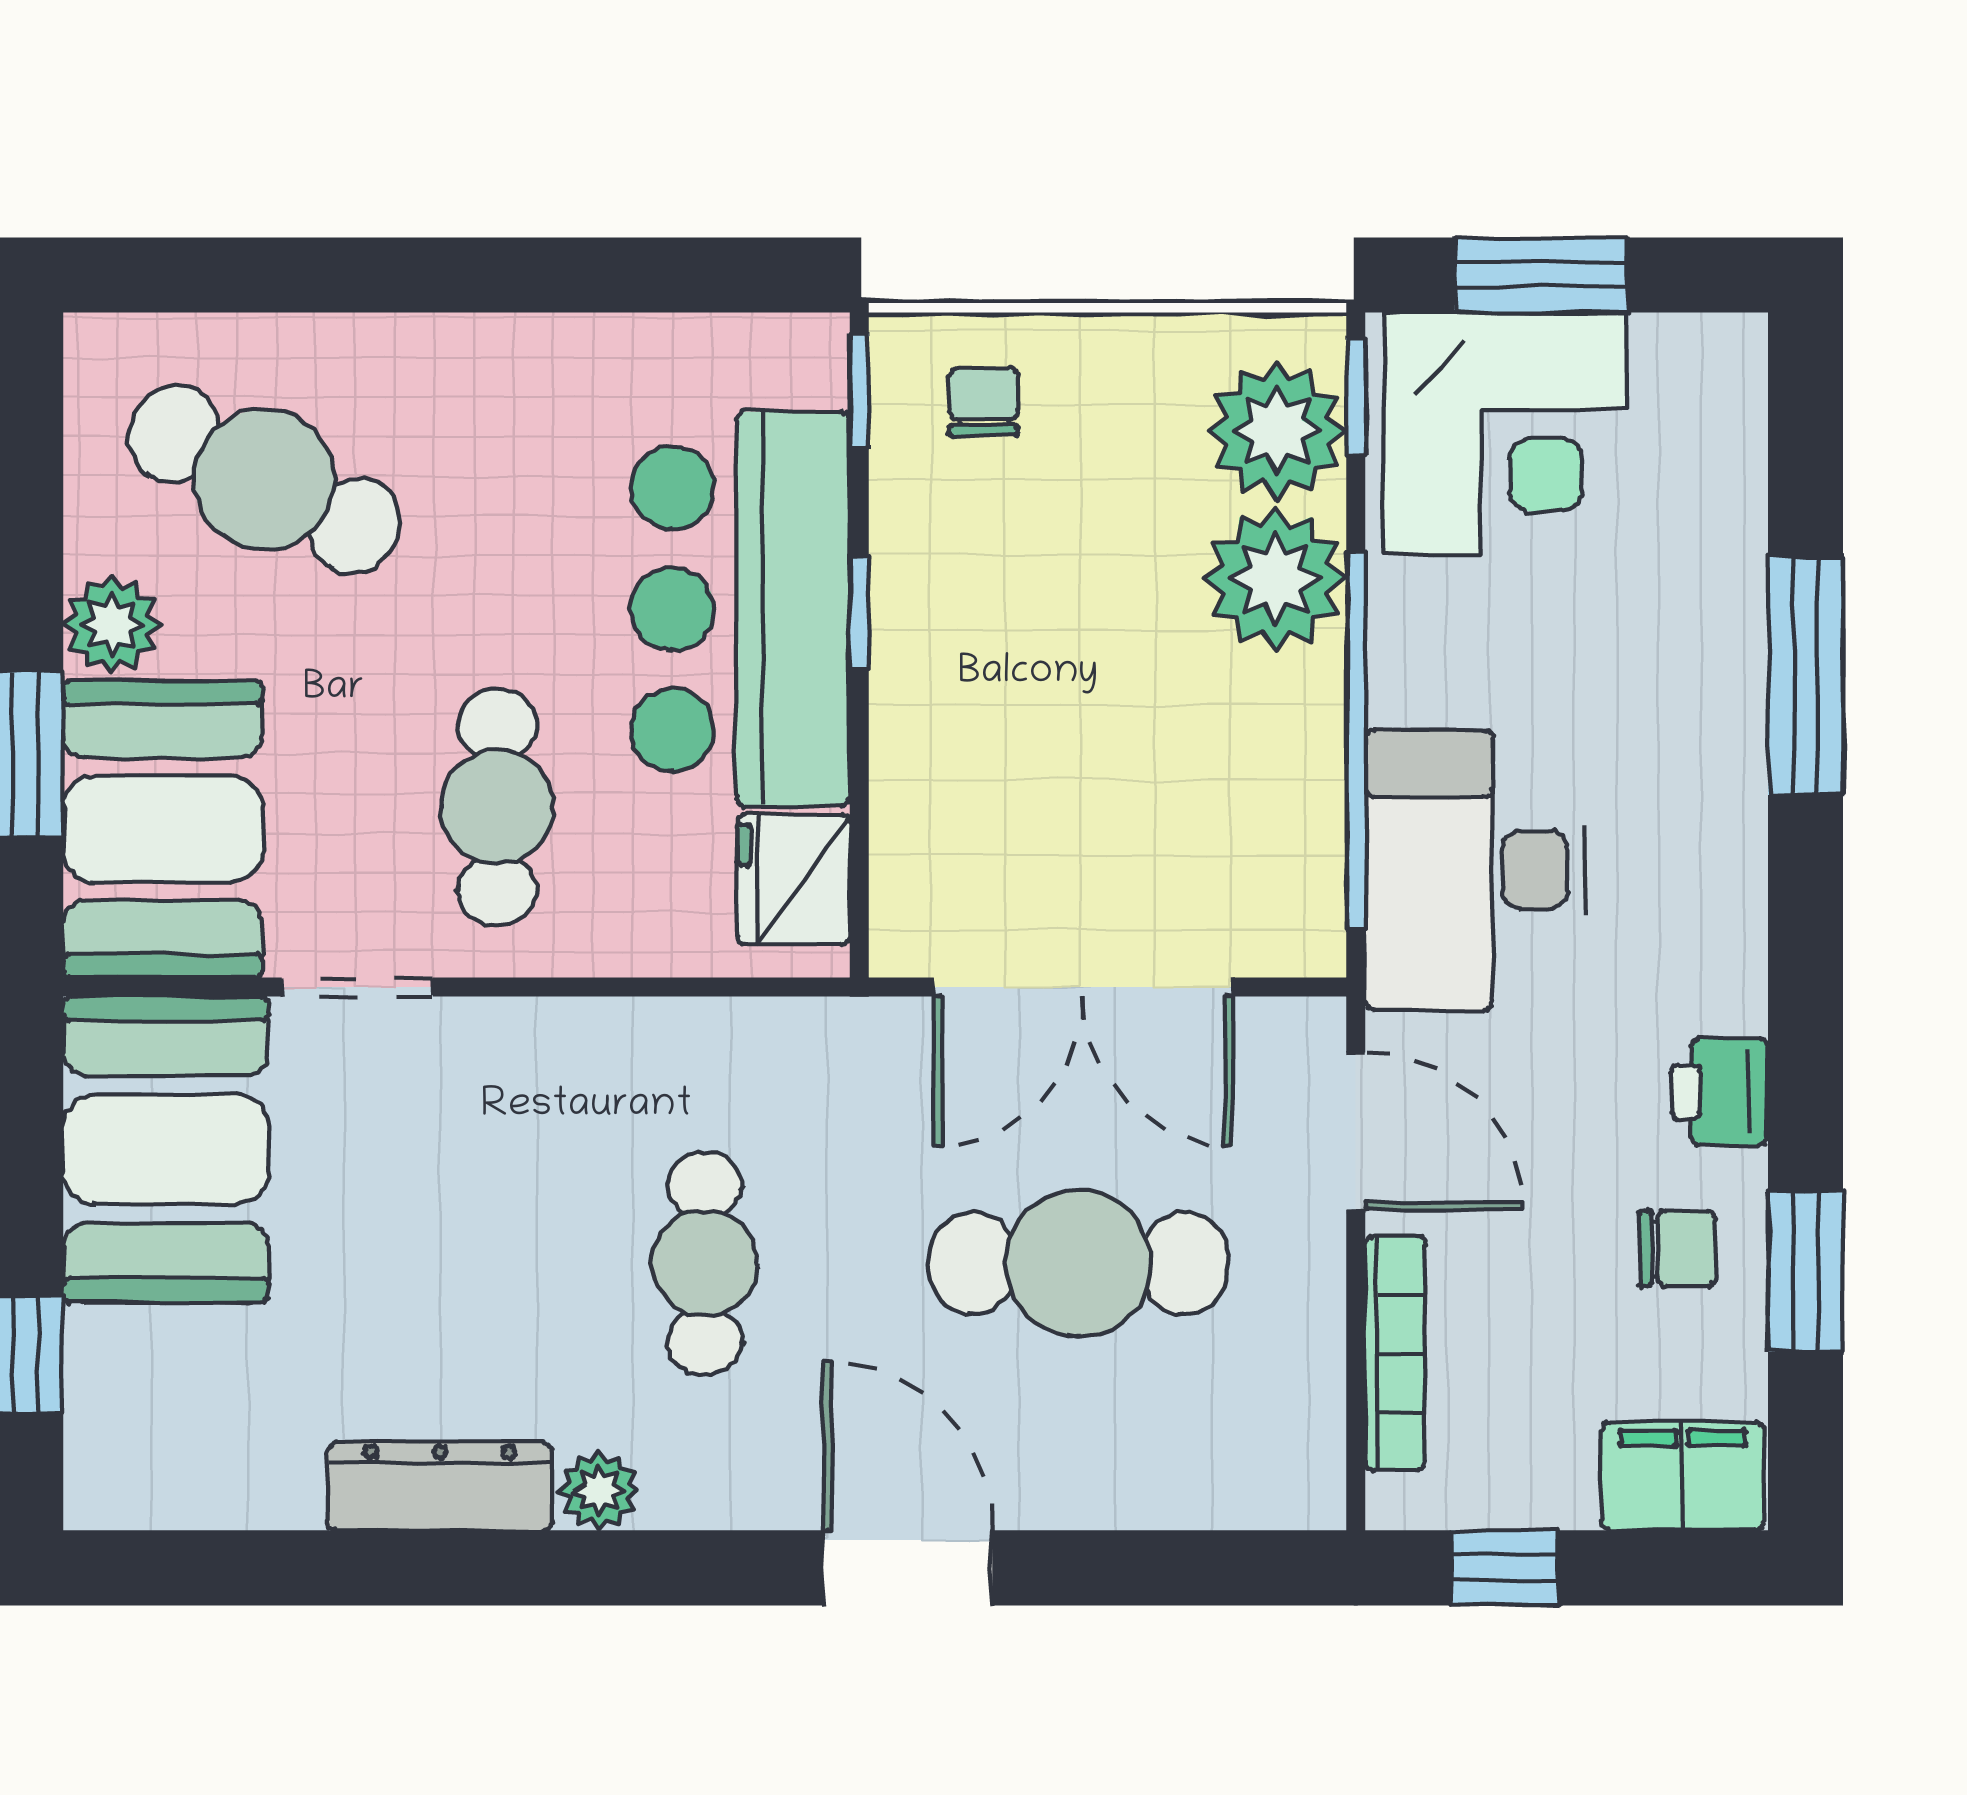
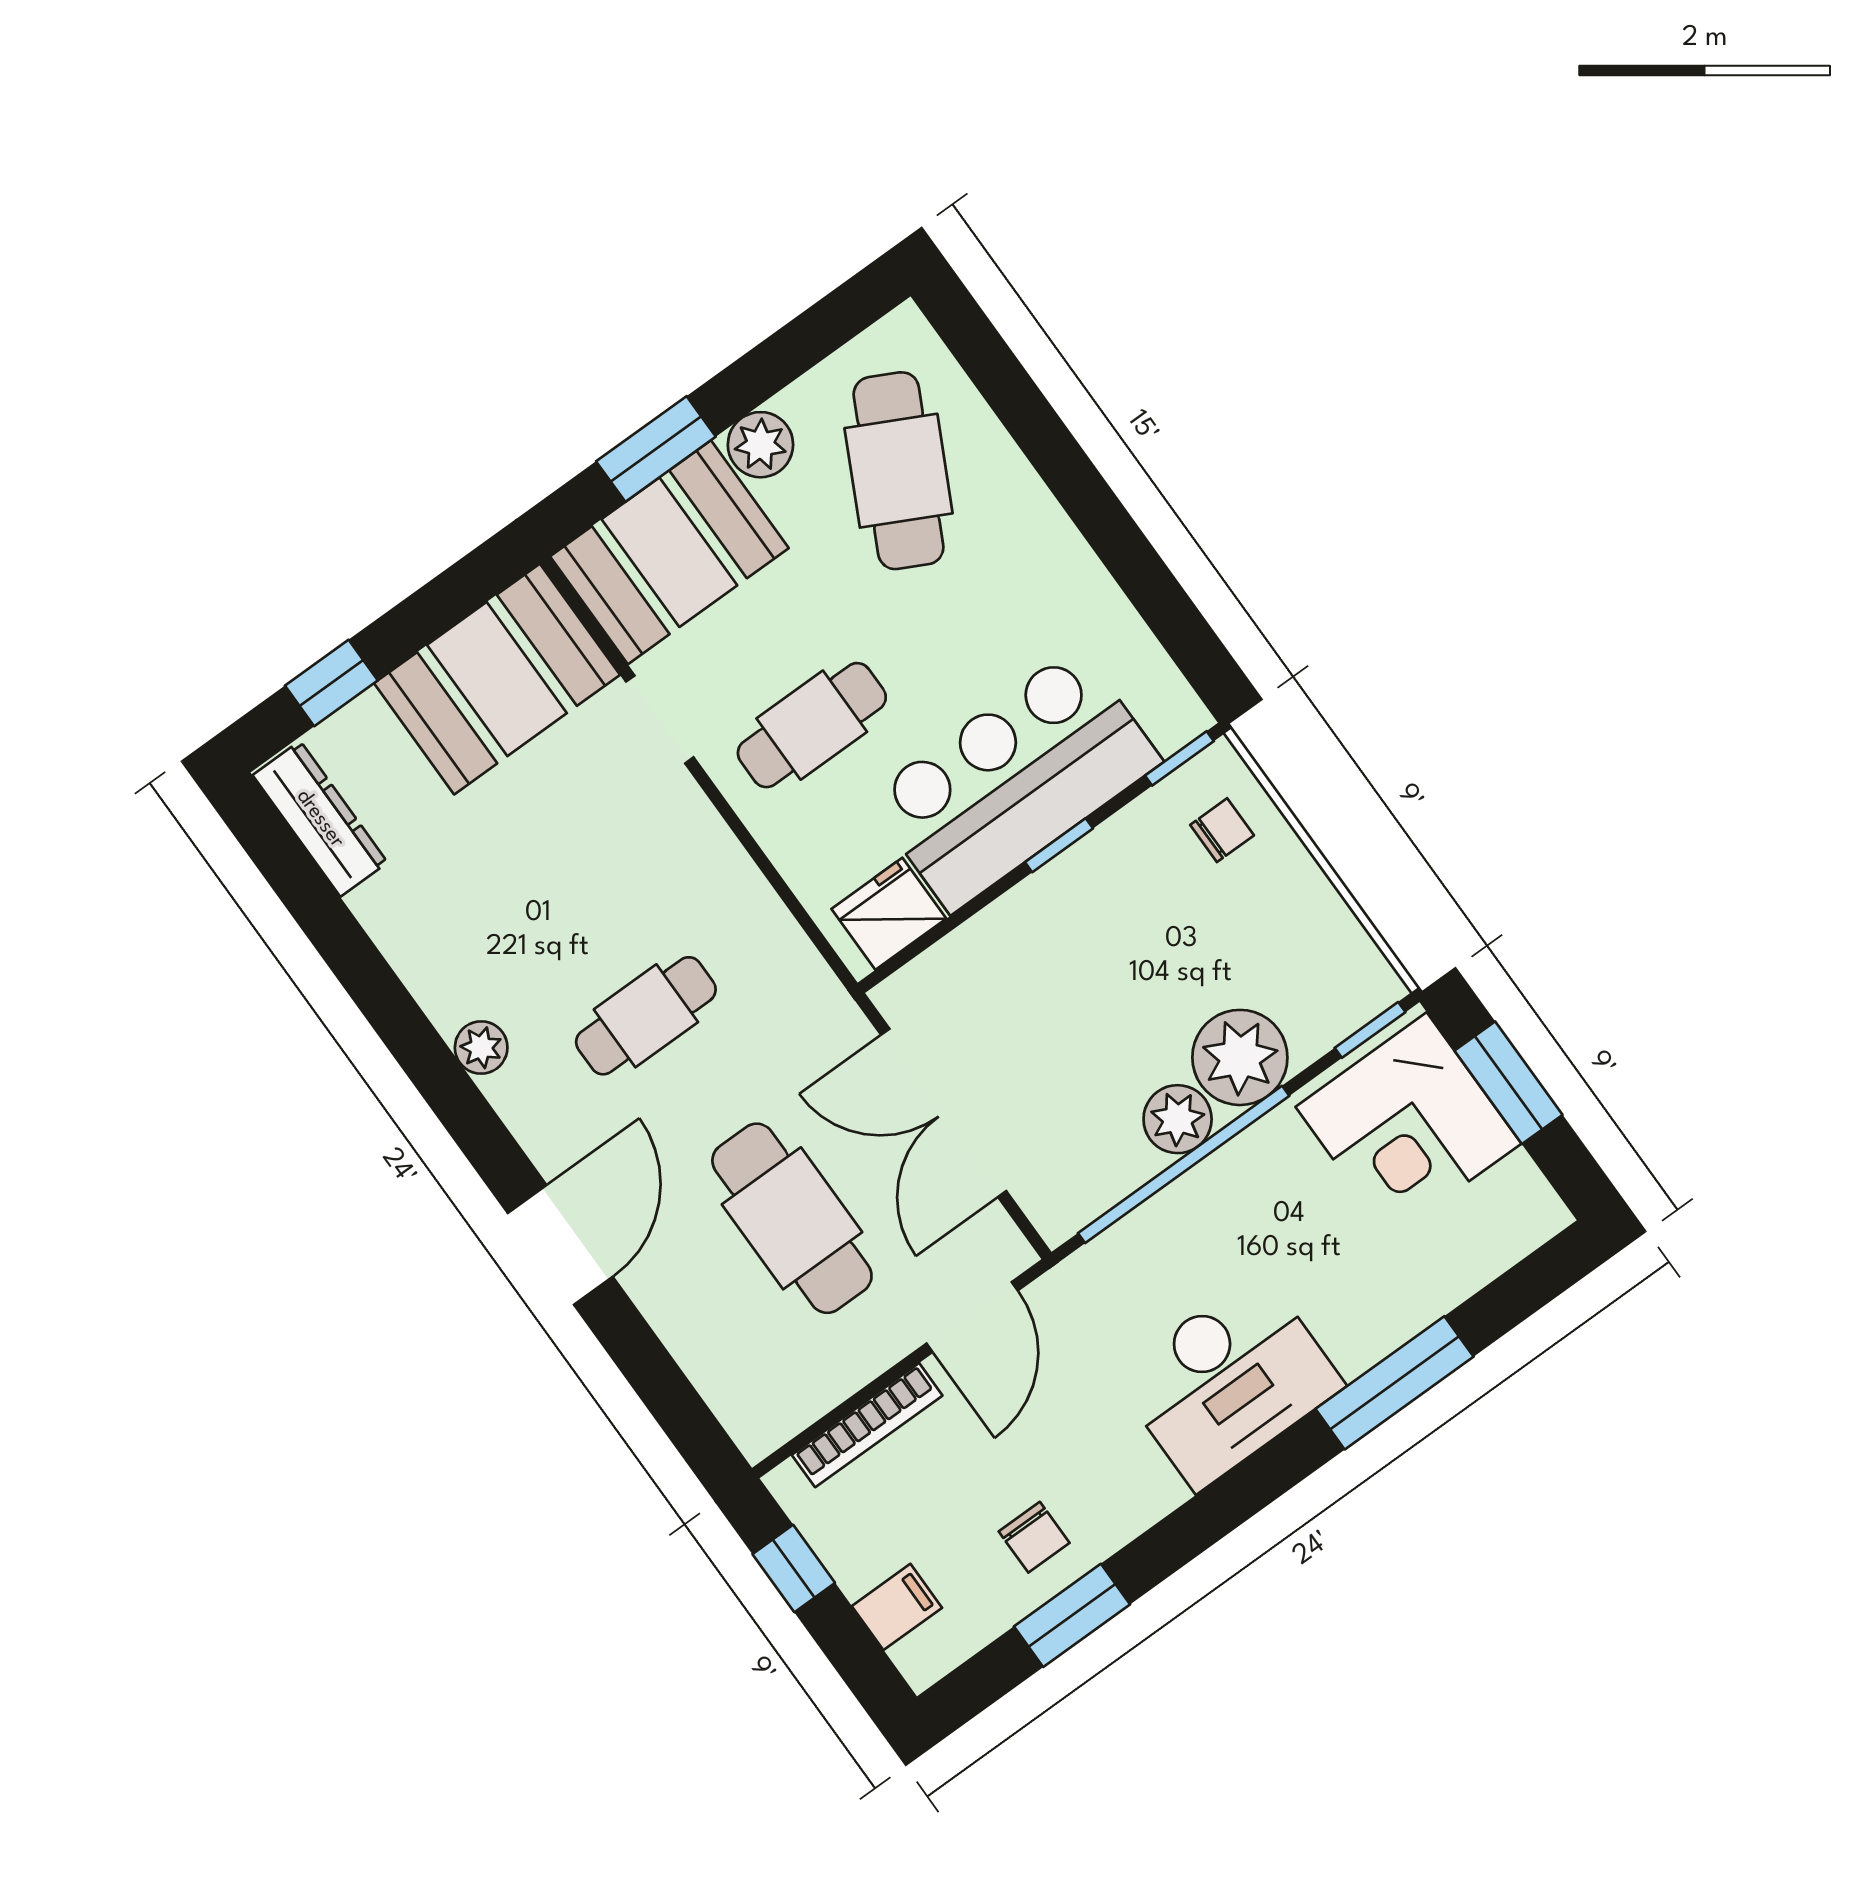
plant: (1277, 431) -> (1178, 1119), moved, width x0.73, depth x0.73
desk: (1475, 870) -> (1229, 1381), moved, turned 180
printer: (1720, 1092) -> (1136, 1499), removed
filing cabinet: (1683, 1476) -> (897, 1607), width x0.50
dresser: (440, 1486) -> (320, 819), moved

